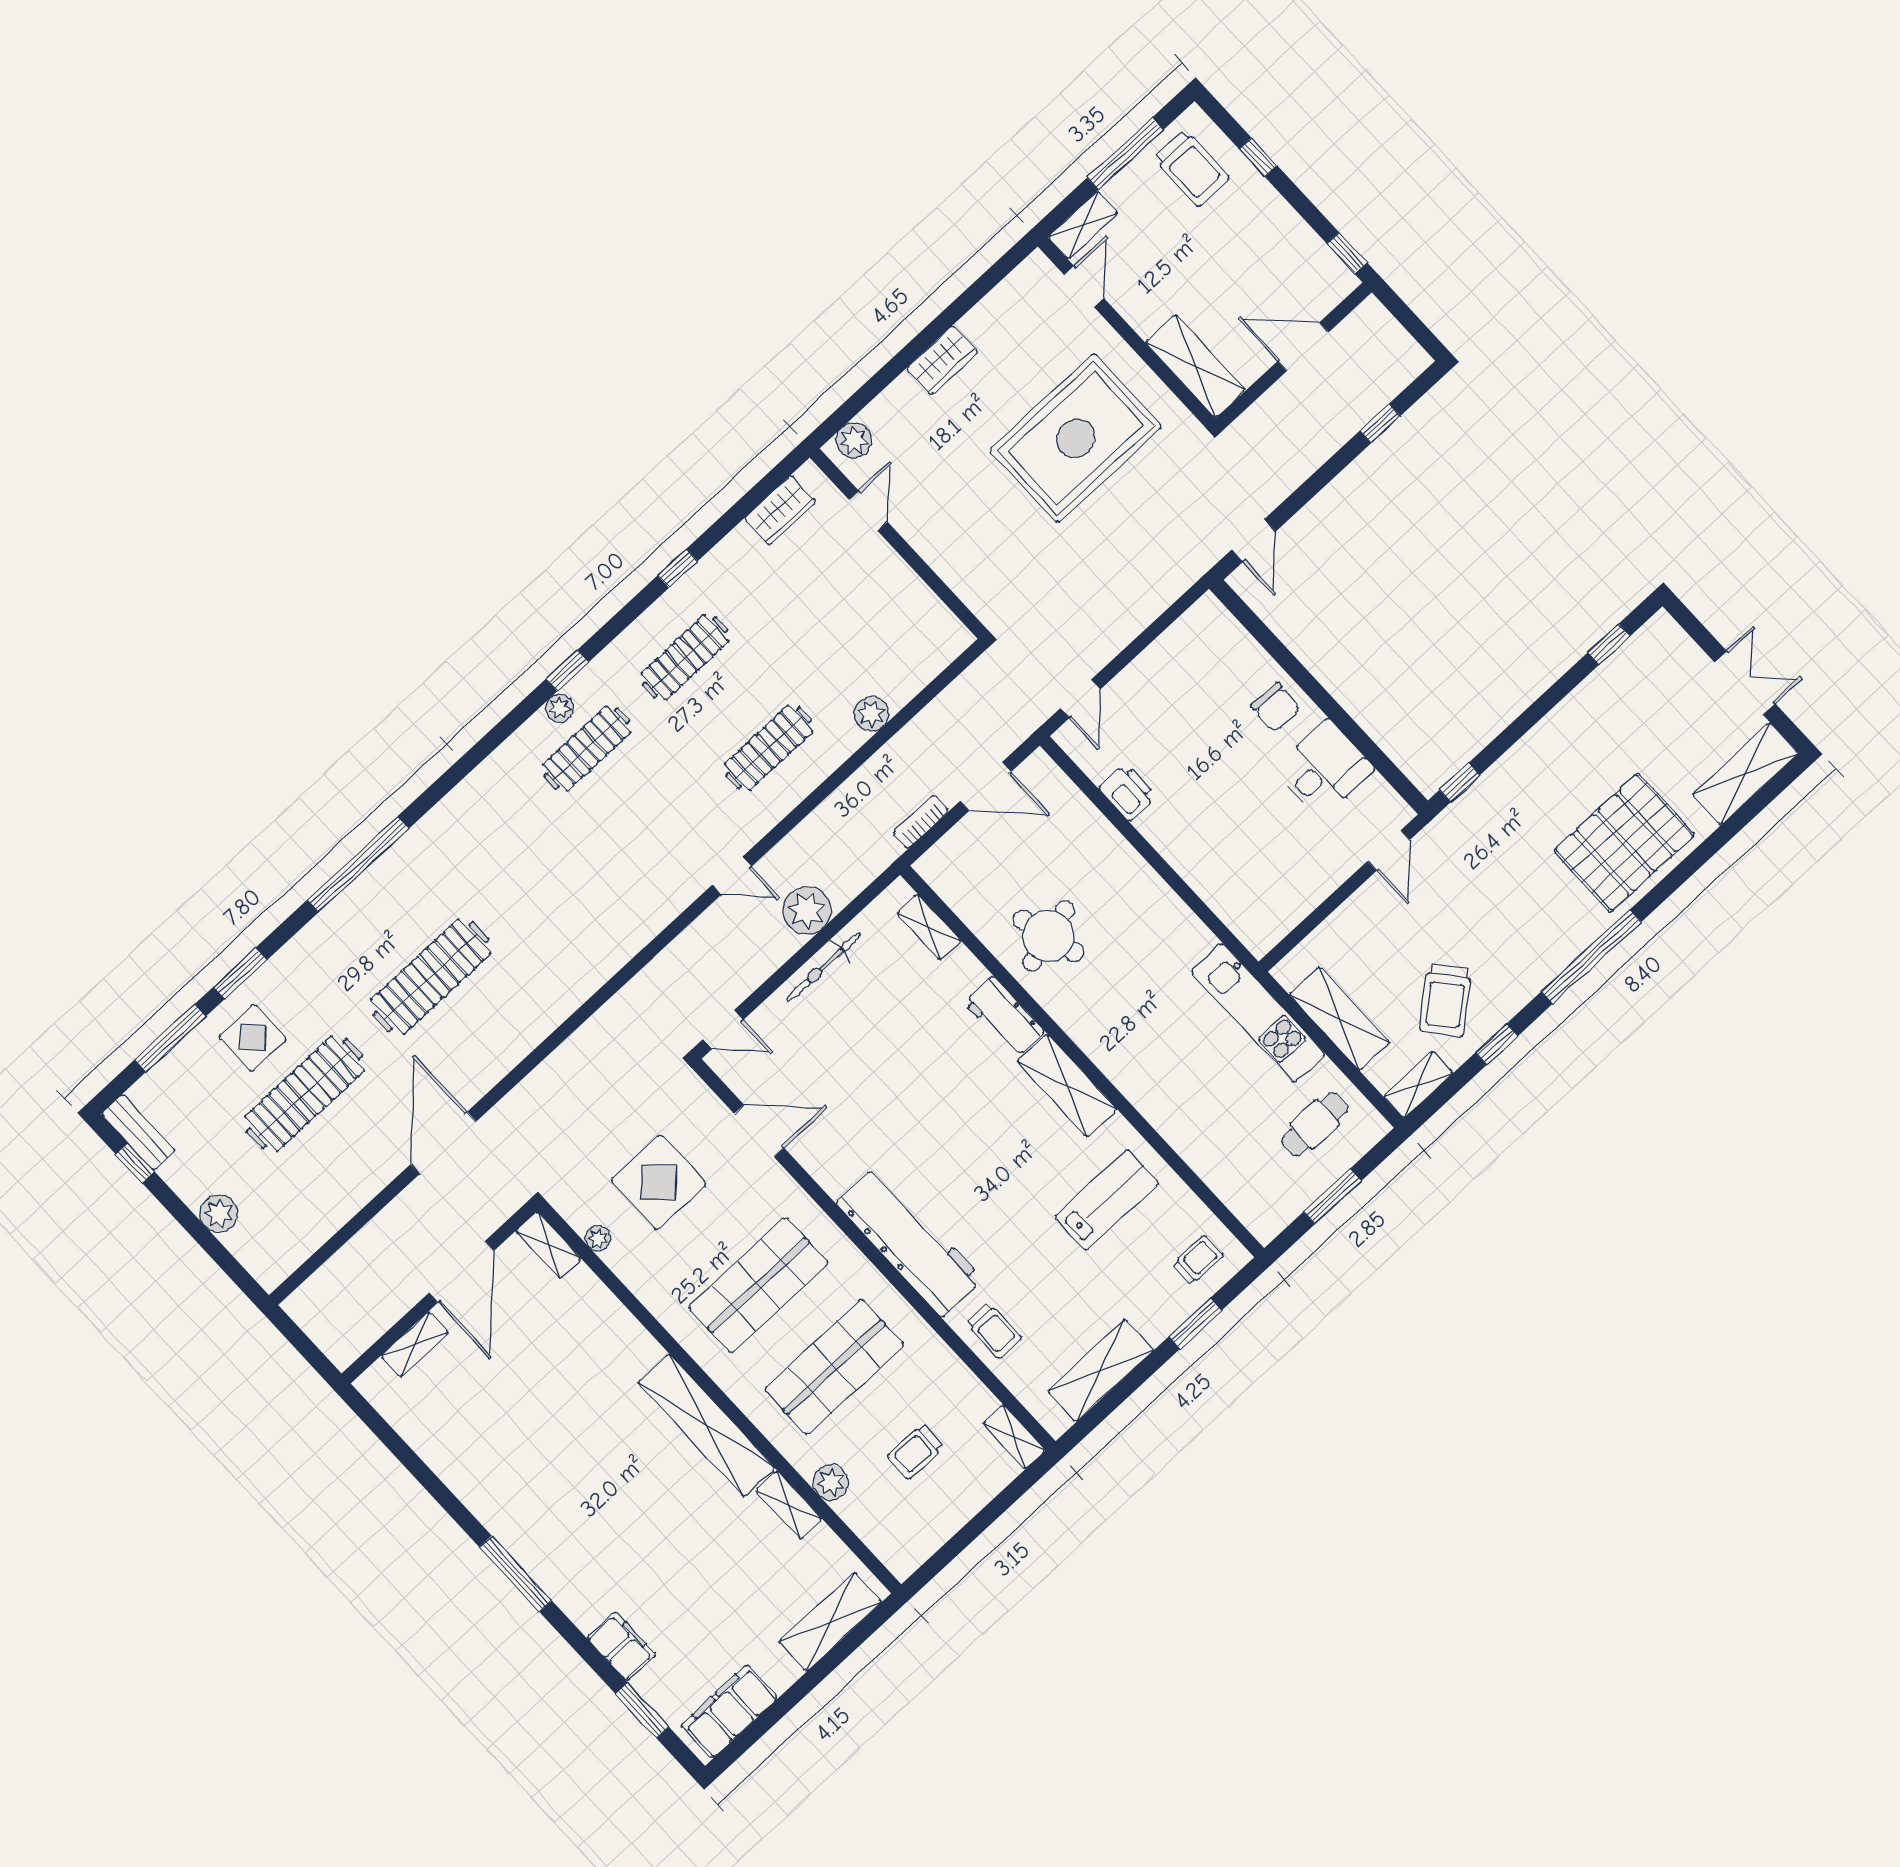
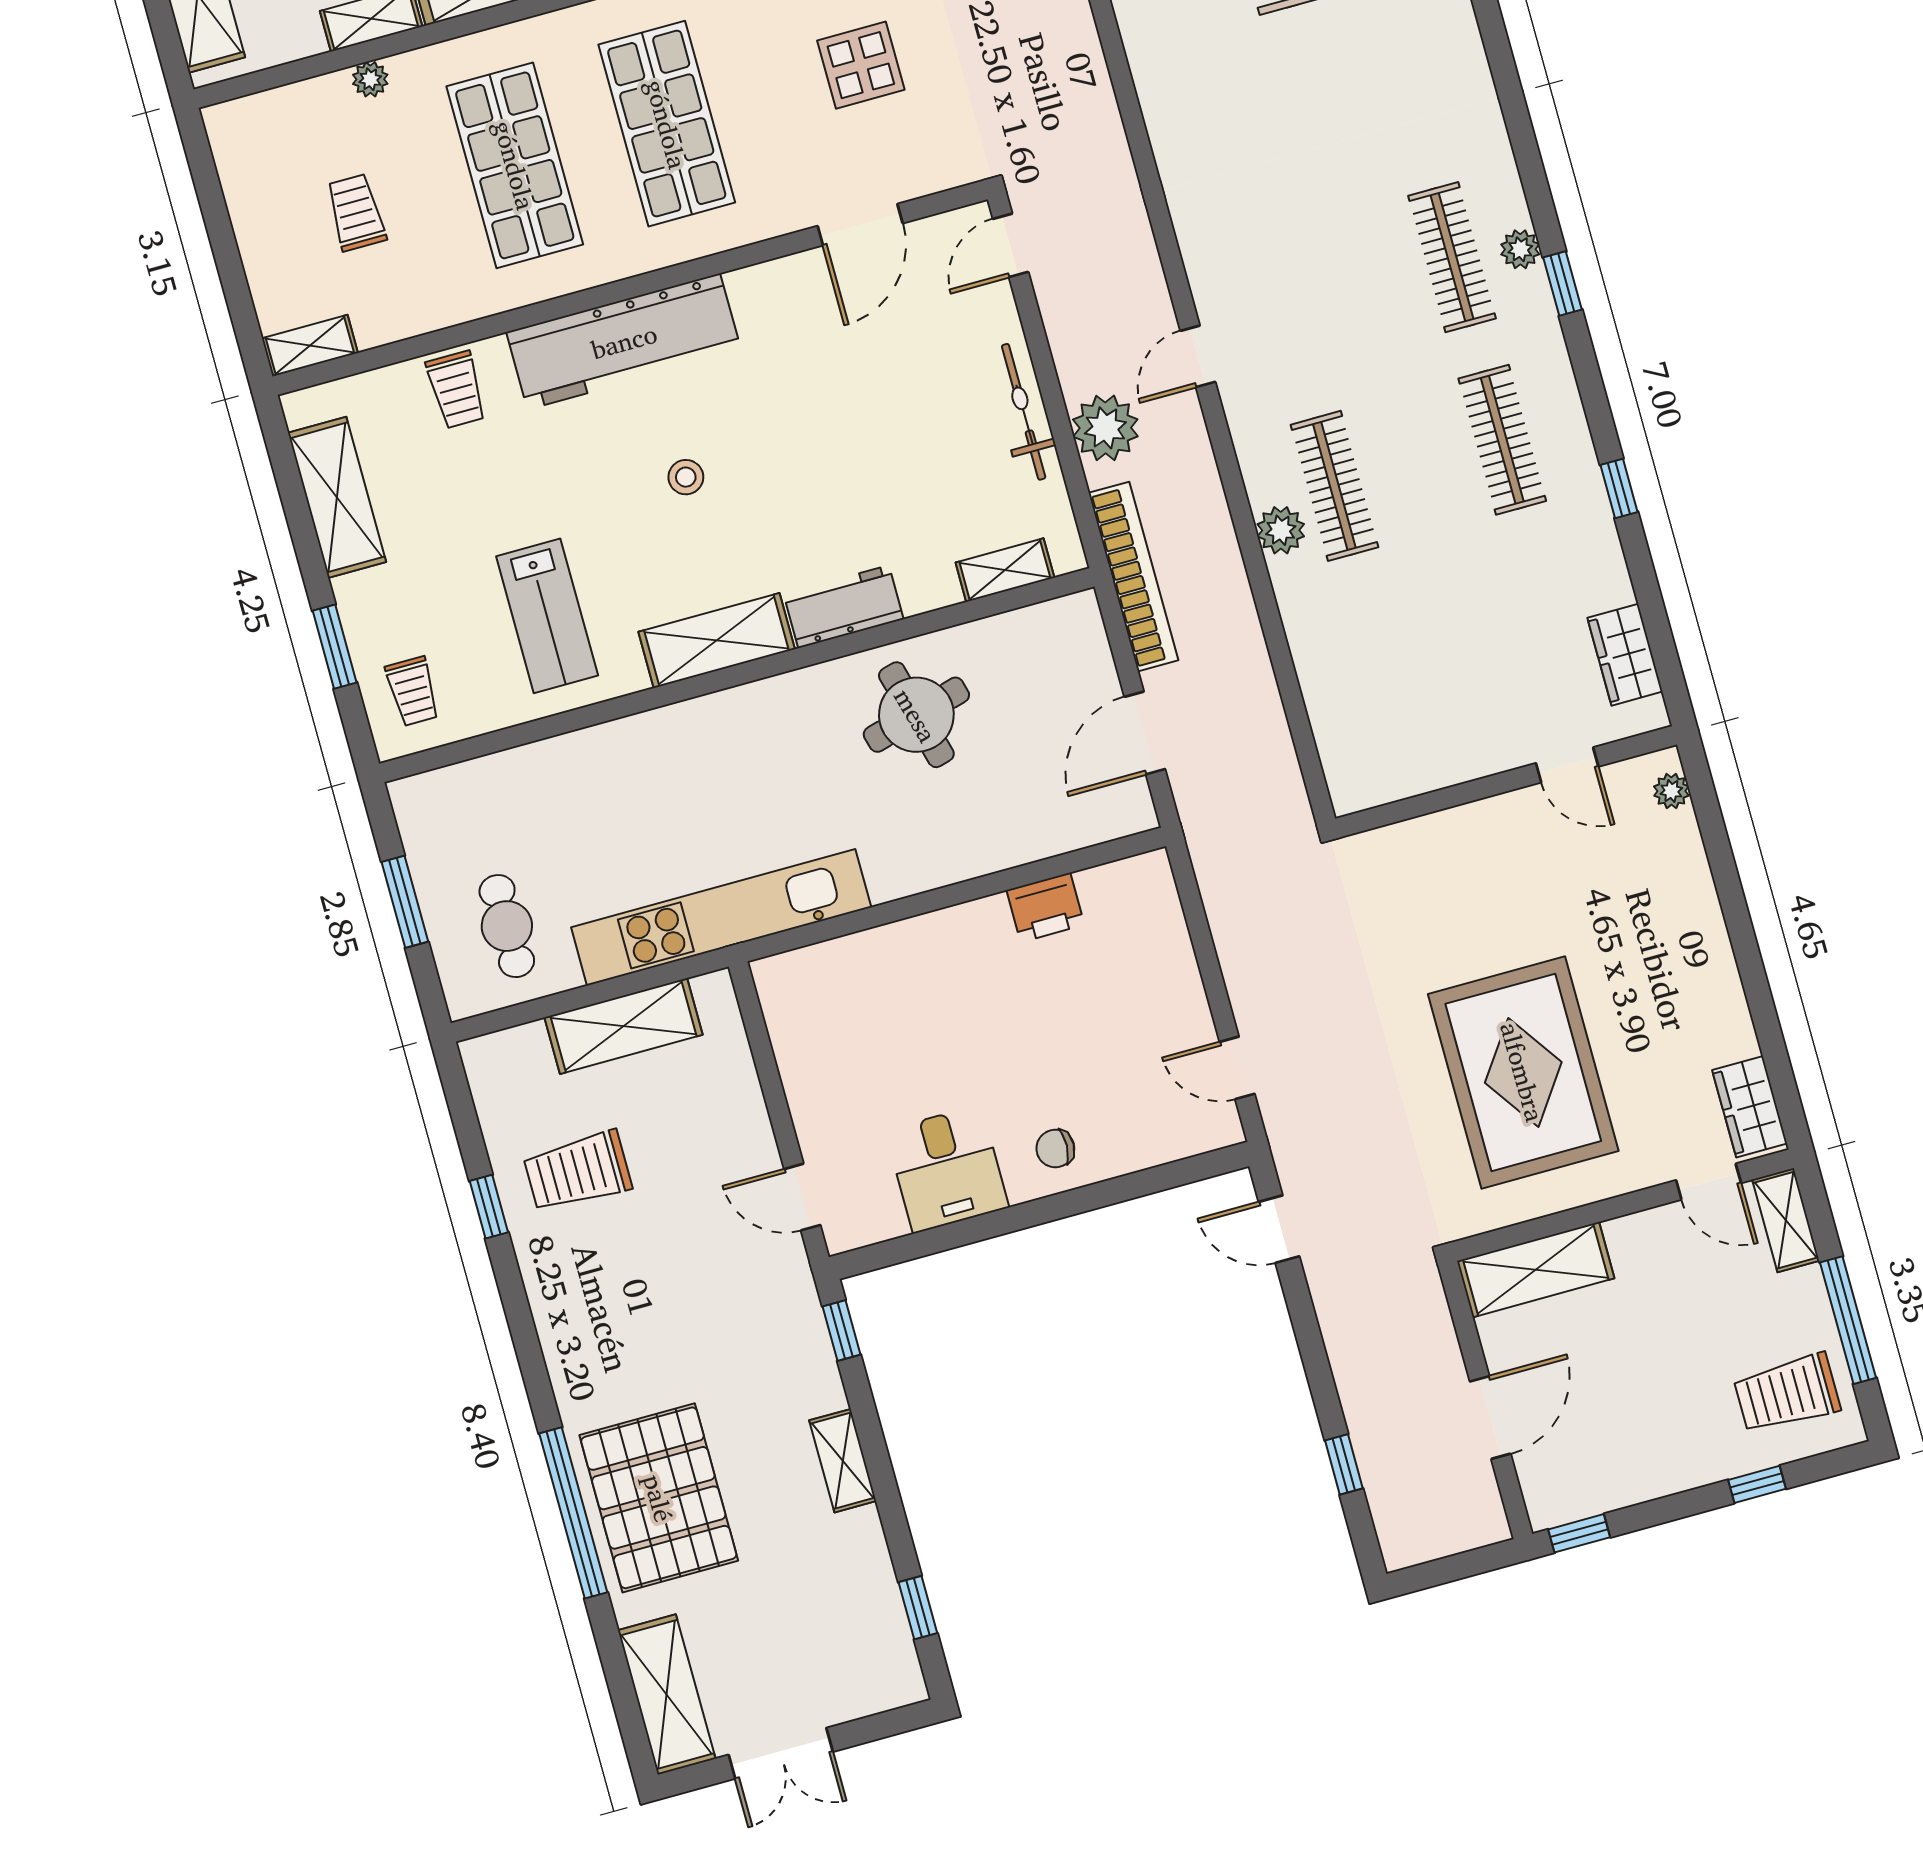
wardrobe: (942, 360) -> (1750, 1107), moved
plant: (854, 440) -> (1671, 791), width x0.73, depth x0.73
door: (1080, 699) -> (1237, 1068), moved
chair: (1276, 707) -> (1055, 1148), width x0.73, depth x0.73
plant: (872, 714) -> (1281, 530), moved
bookcase: (921, 822) -> (1133, 577), width x2.31, depth x1.31
window: (1591, 957) -> (573, 1513), moved
trolley: (1446, 1000) -> (578, 1171), turned -50
kitchen unit: (1258, 1013) -> (721, 917), width x1.36
shelving: (1418, 1085) -> (843, 1461), moved
stool: (974, 1158) -> (686, 477), added
display table: (659, 1182) -> (861, 65), width x0.73, depth x0.73
trolley: (994, 1331) -> (456, 389), turned -90
plant: (831, 1483) -> (370, 79), width x0.73, depth x0.73

